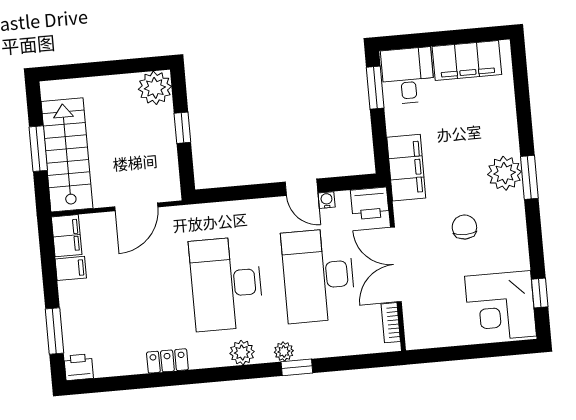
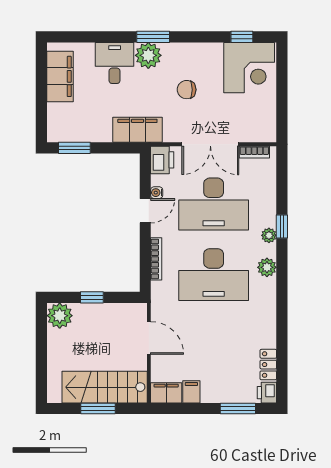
desk: (408, 76) -> (115, 63), moved, turned 90
bookcase: (240, 207) -> (156, 259), added
locker: (167, 361) -> (268, 365), moved

